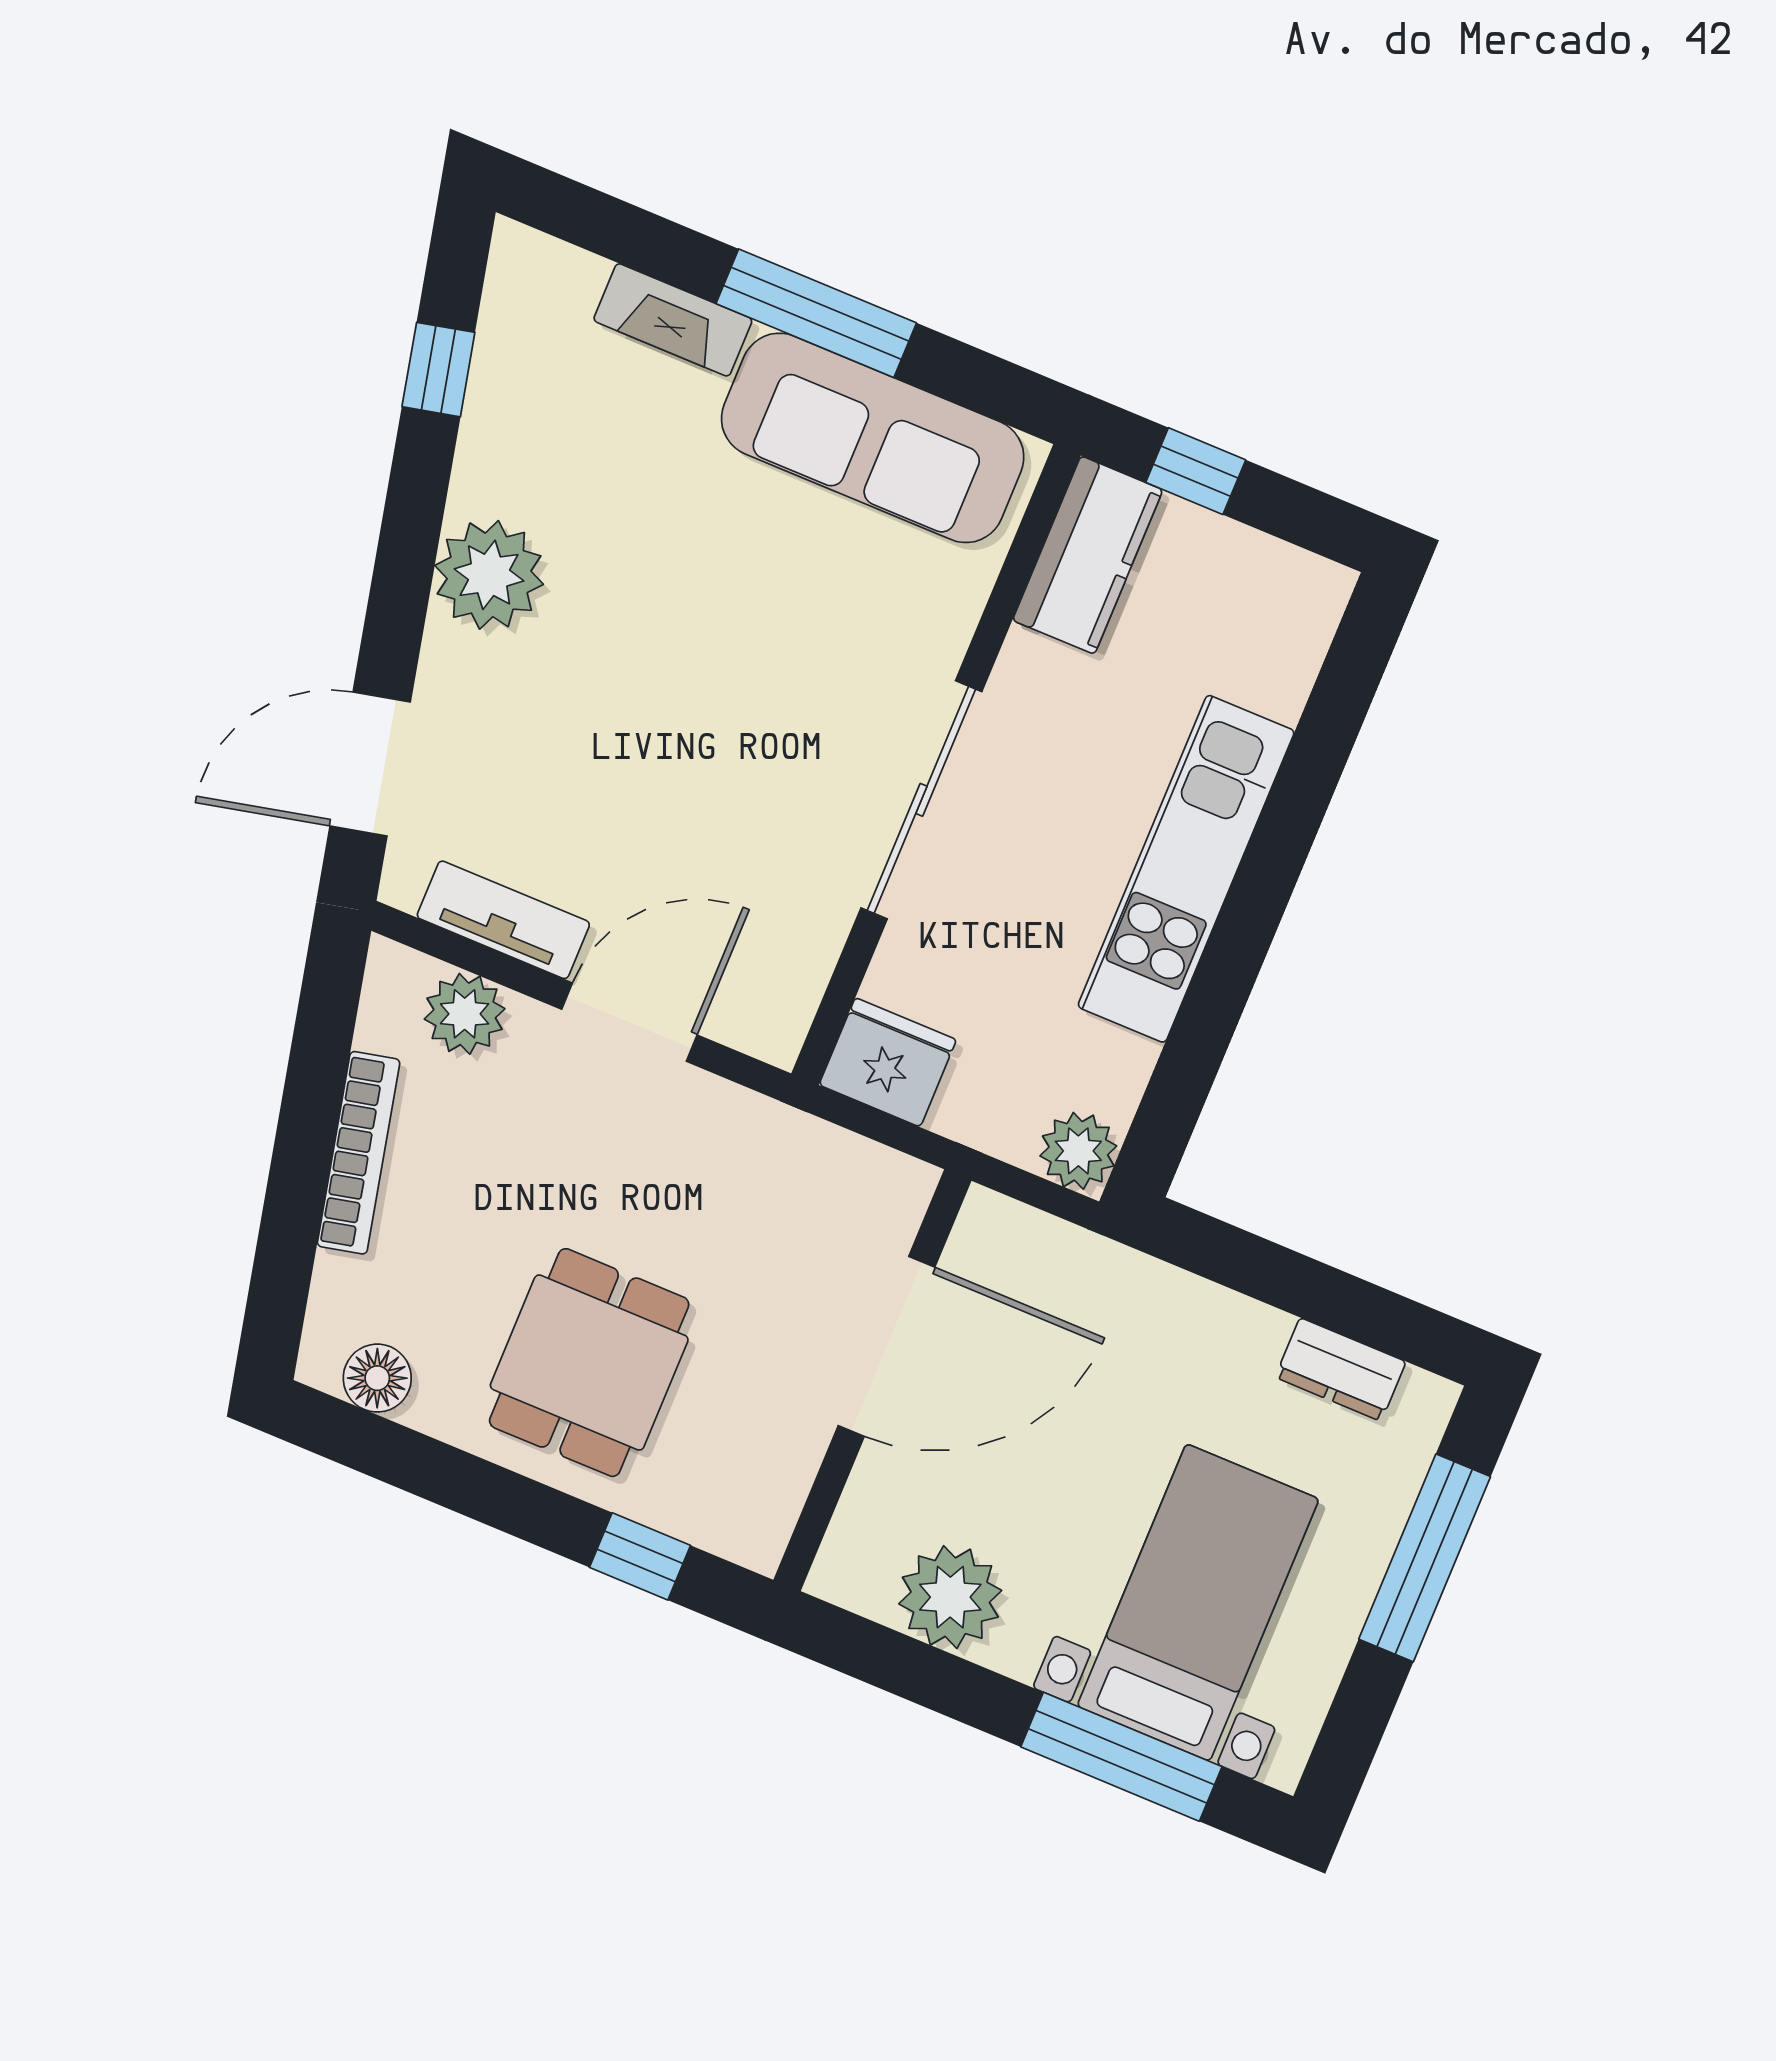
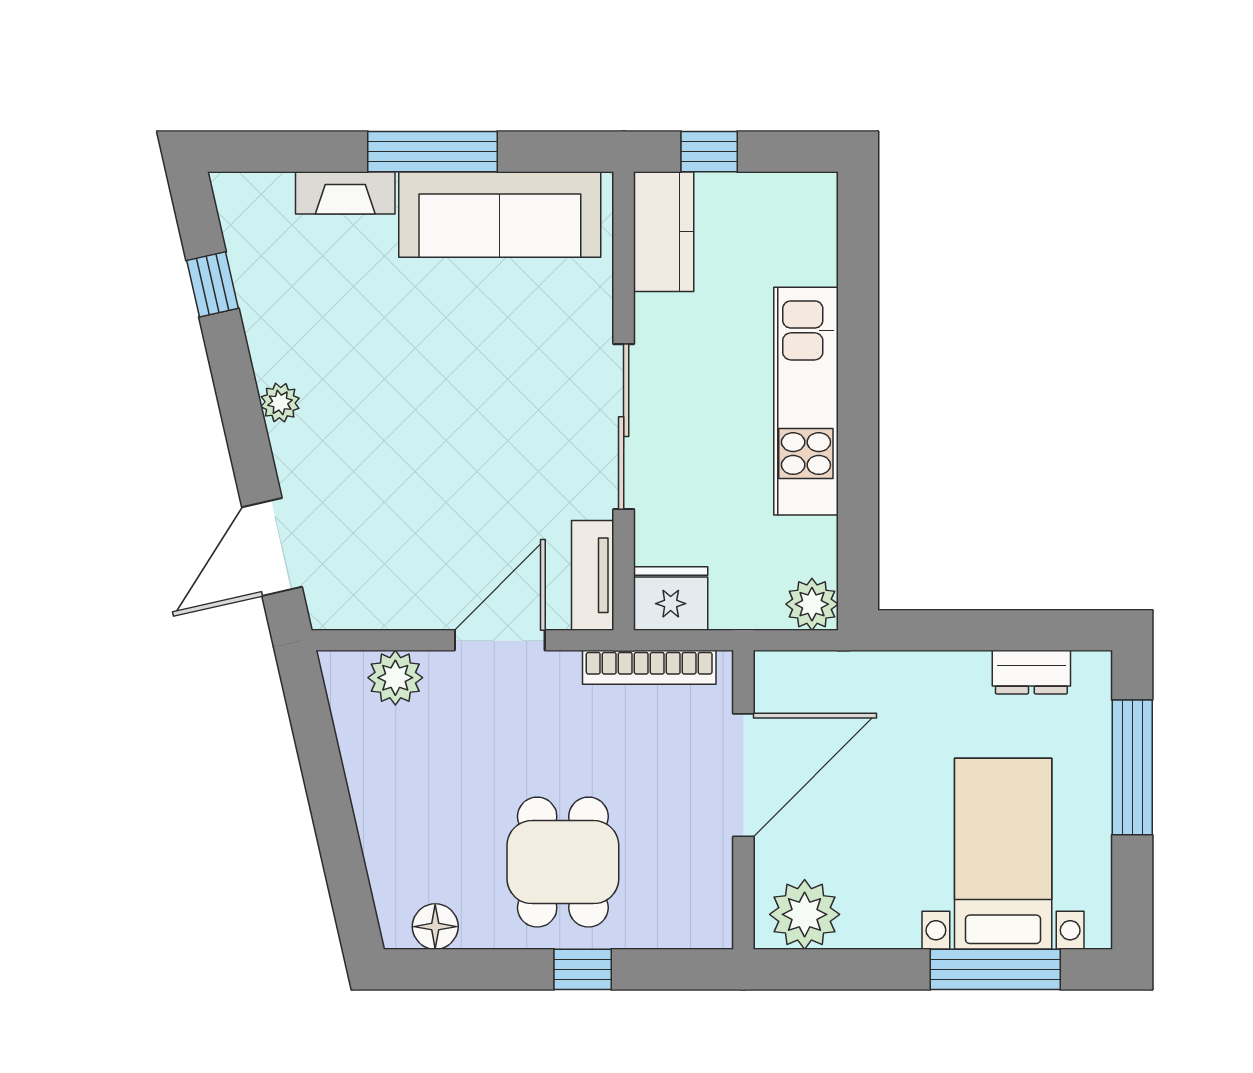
plant: (489, 575) -> (280, 403), width x0.53, depth x0.53
tv unit: (503, 920) -> (593, 575), moved, turned -90
bookcase: (359, 1153) -> (649, 667), moved, turned 103
window: (640, 1556) -> (583, 969), moved
plant: (950, 1597) -> (805, 914), moved

